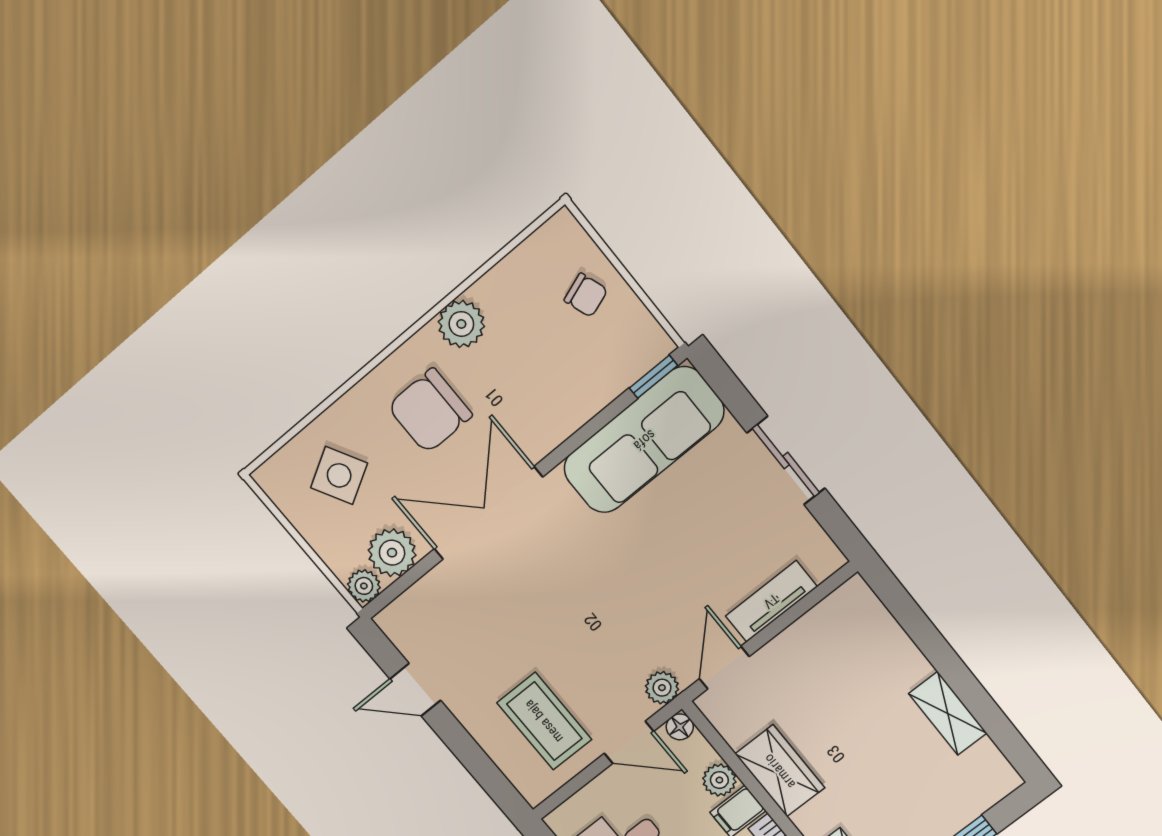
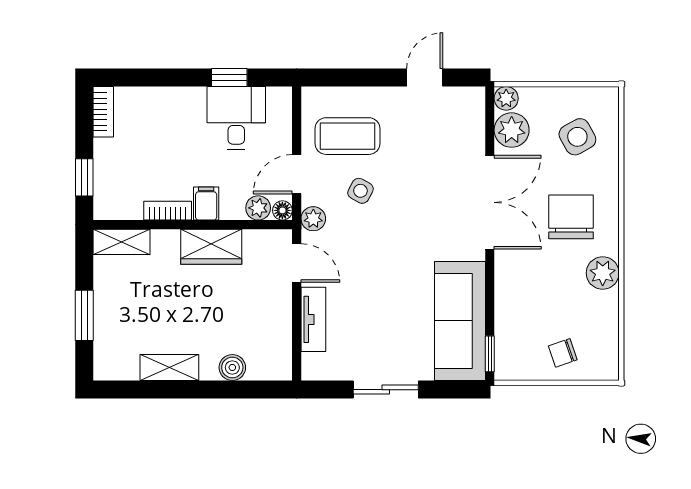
boiler: (894, 647) -> (232, 367), added
side table: (591, 662) -> (360, 191), added
plant: (719, 780) -> (258, 208), moved

